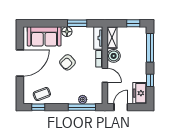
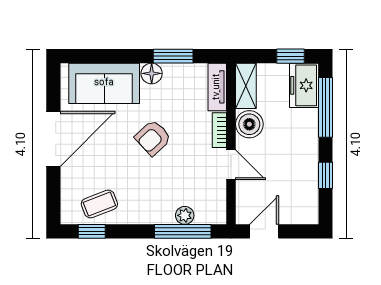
freezer: (140, 93) -> (304, 85), moved

